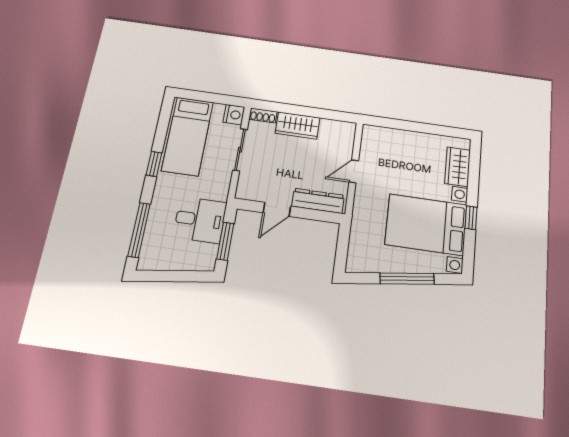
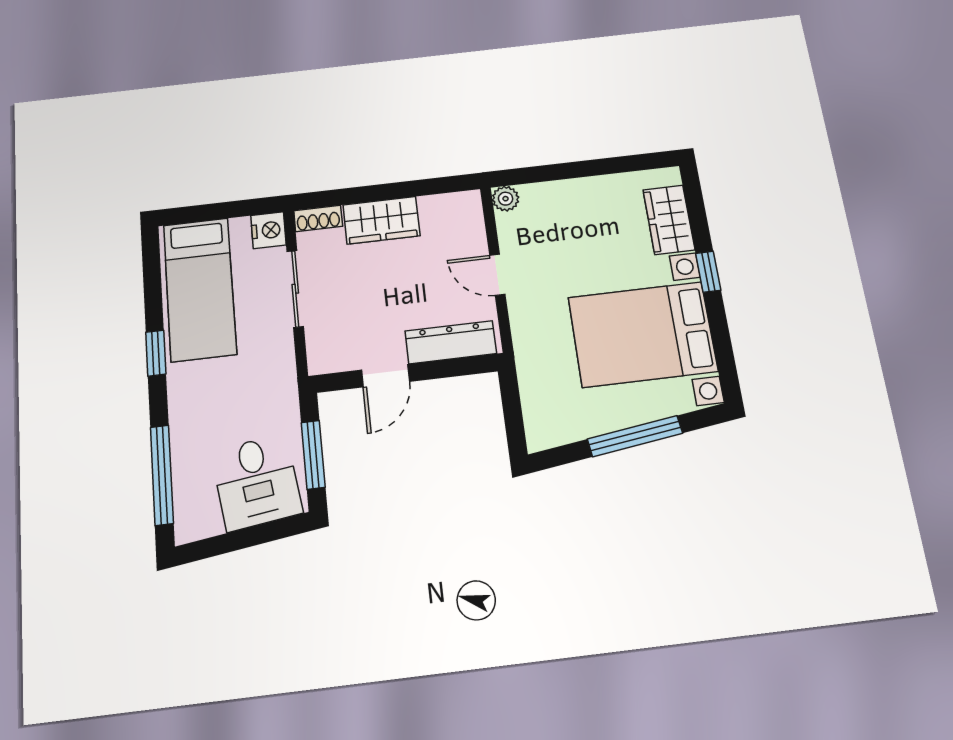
plant: (369, 132) -> (506, 199), added
door: (354, 171) -> (497, 275), hinge flipped
window: (471, 218) -> (708, 272), moved
desk: (200, 220) -> (257, 482), moved, turned 82

